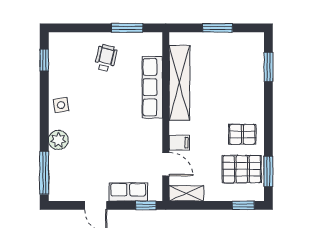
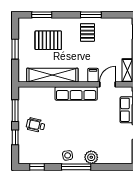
window: (88, 28) -> (15, 137), added
row of seats: (152, 87) -> (76, 93), moved
pallet: (242, 169) -> (48, 40), moved, turned 90
window: (268, 171) -> (91, 15), moved
window: (44, 173) -> (76, 167), moved

